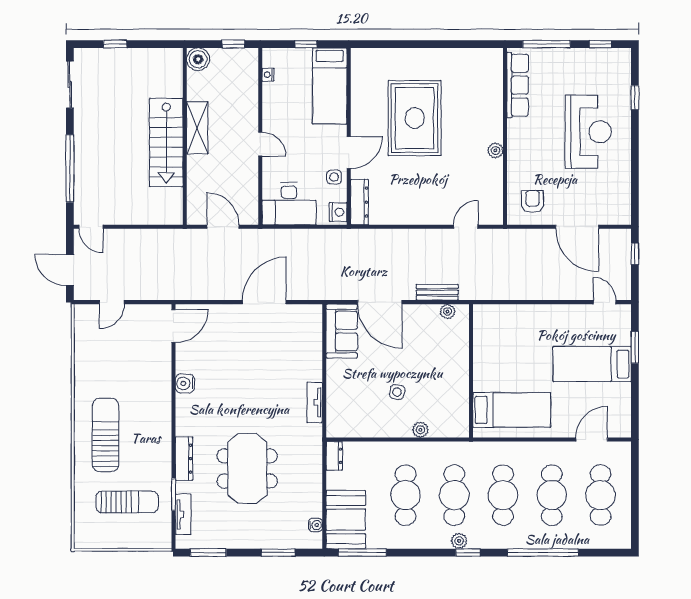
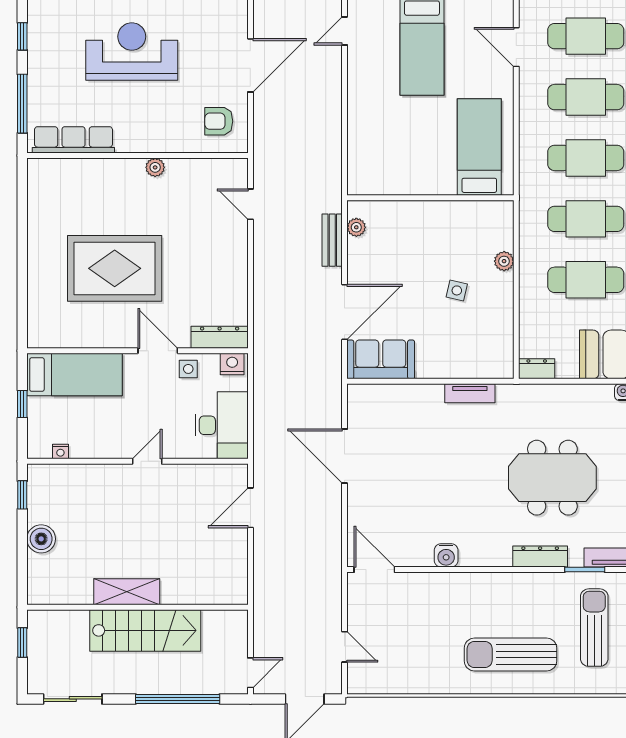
shelving: (197, 128) -> (127, 592), moved
wall: (185, 136) -> (138, 607), moved
stairs: (166, 143) -> (145, 630), moved

